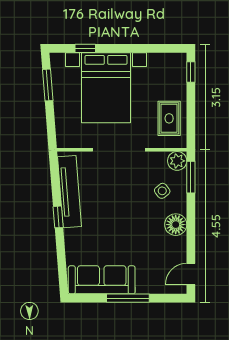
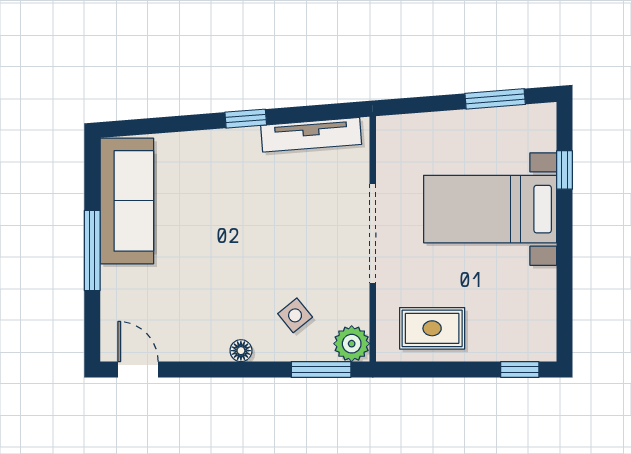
bed with nightstands: (106, 88) -> (490, 209), width x0.73
tv unit: (69, 192) -> (311, 135), width x0.73, depth x0.78
floor lamp: (176, 225) -> (241, 351), width x0.53, depth x0.53

